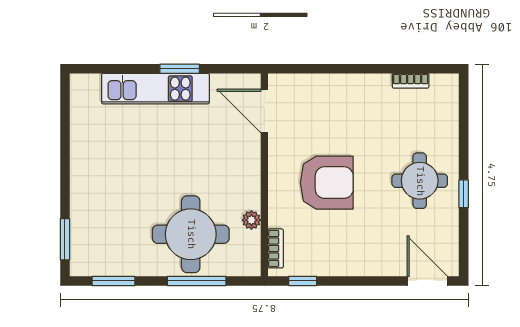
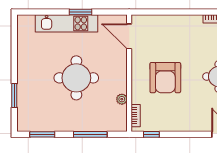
armchair: (327, 183) -> (165, 78), turned 90
round table: (191, 234) -> (76, 78), moved
window: (65, 239) -> (14, 96), moved

